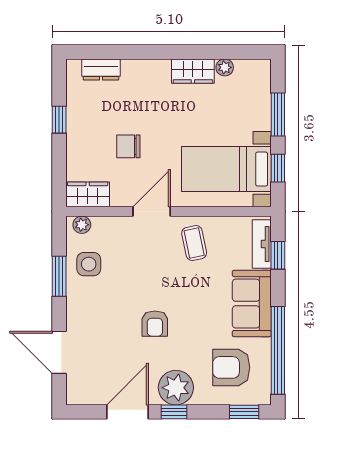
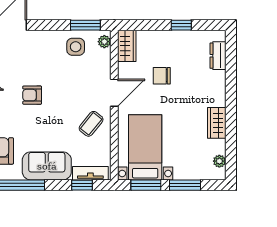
plant: (225, 67) -> (219, 161), moved
chair: (128, 146) -> (162, 76), turned -90
window: (278, 168) -> (146, 185), width x1.50
door: (152, 211) -> (114, 93), hinge flipped
coffee table: (194, 243) -> (91, 124), turned -39
window: (59, 276) -> (85, 25), moved

